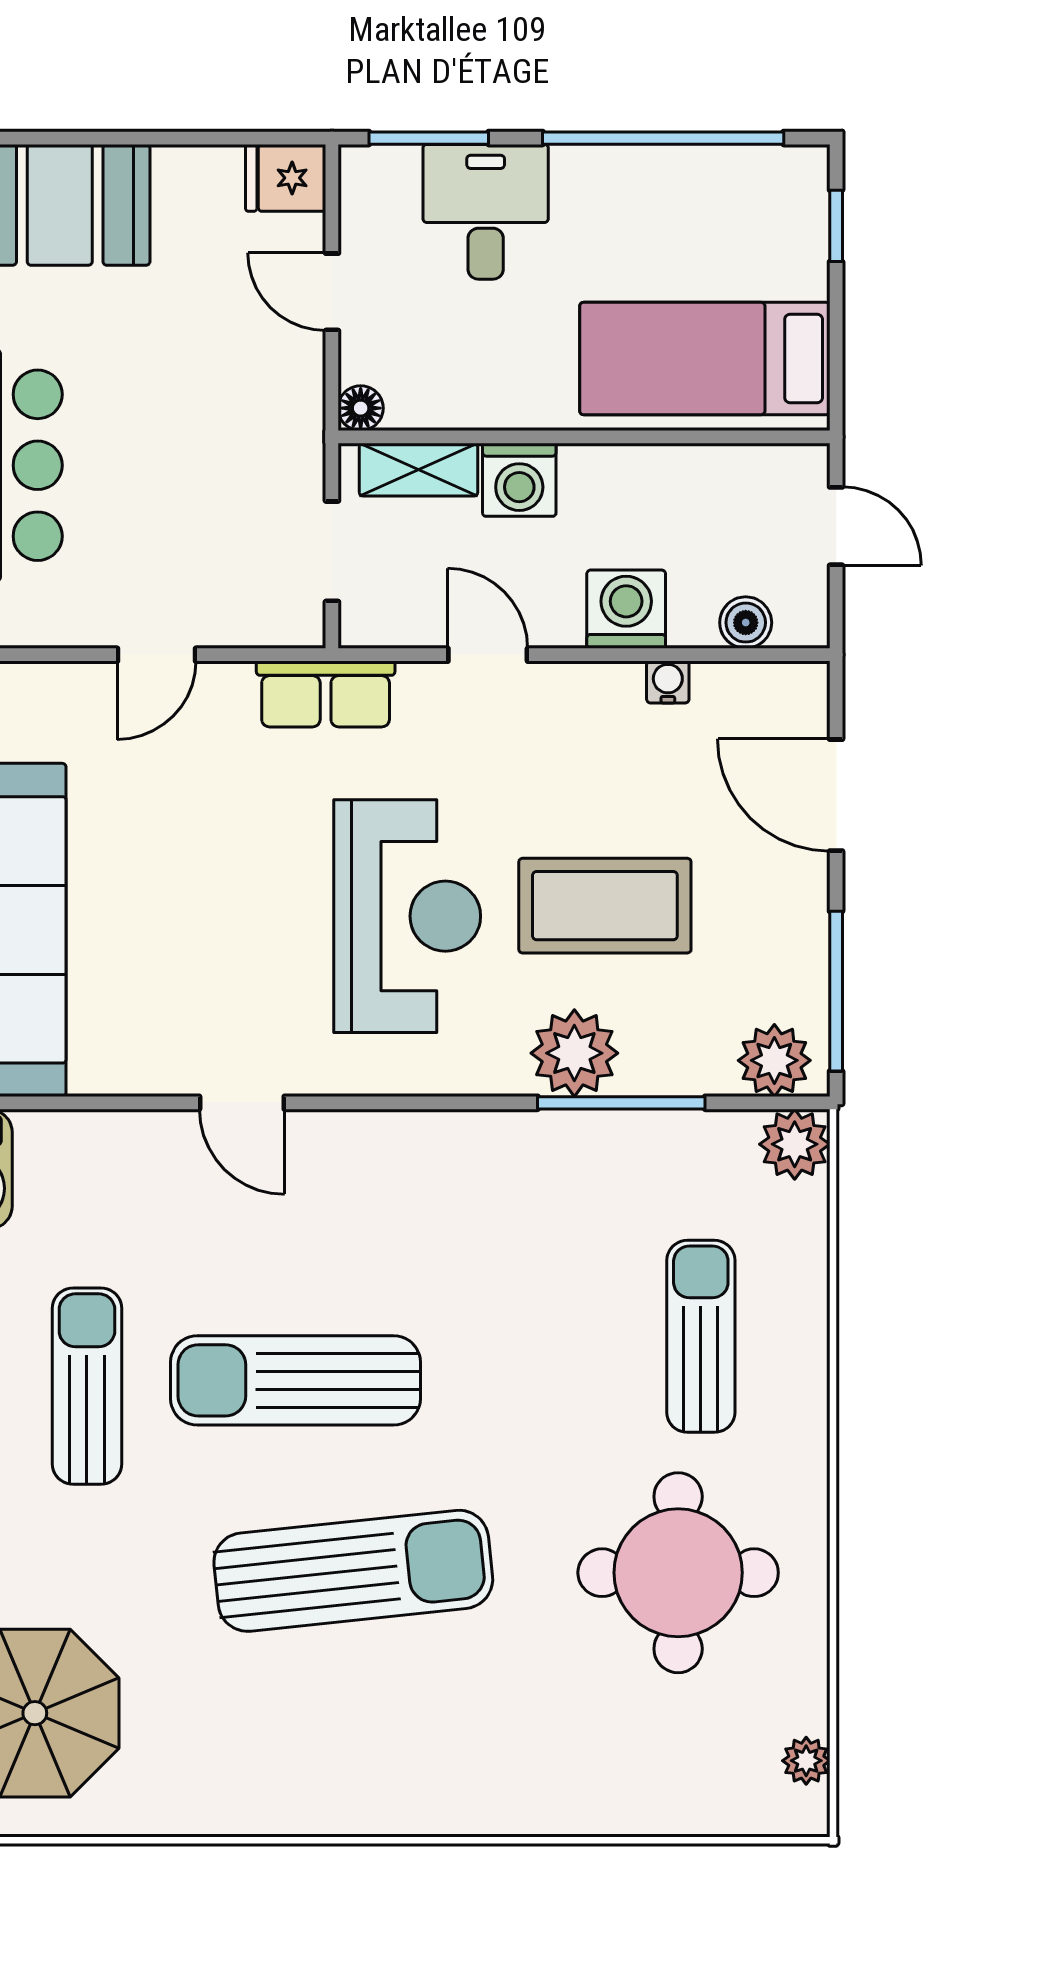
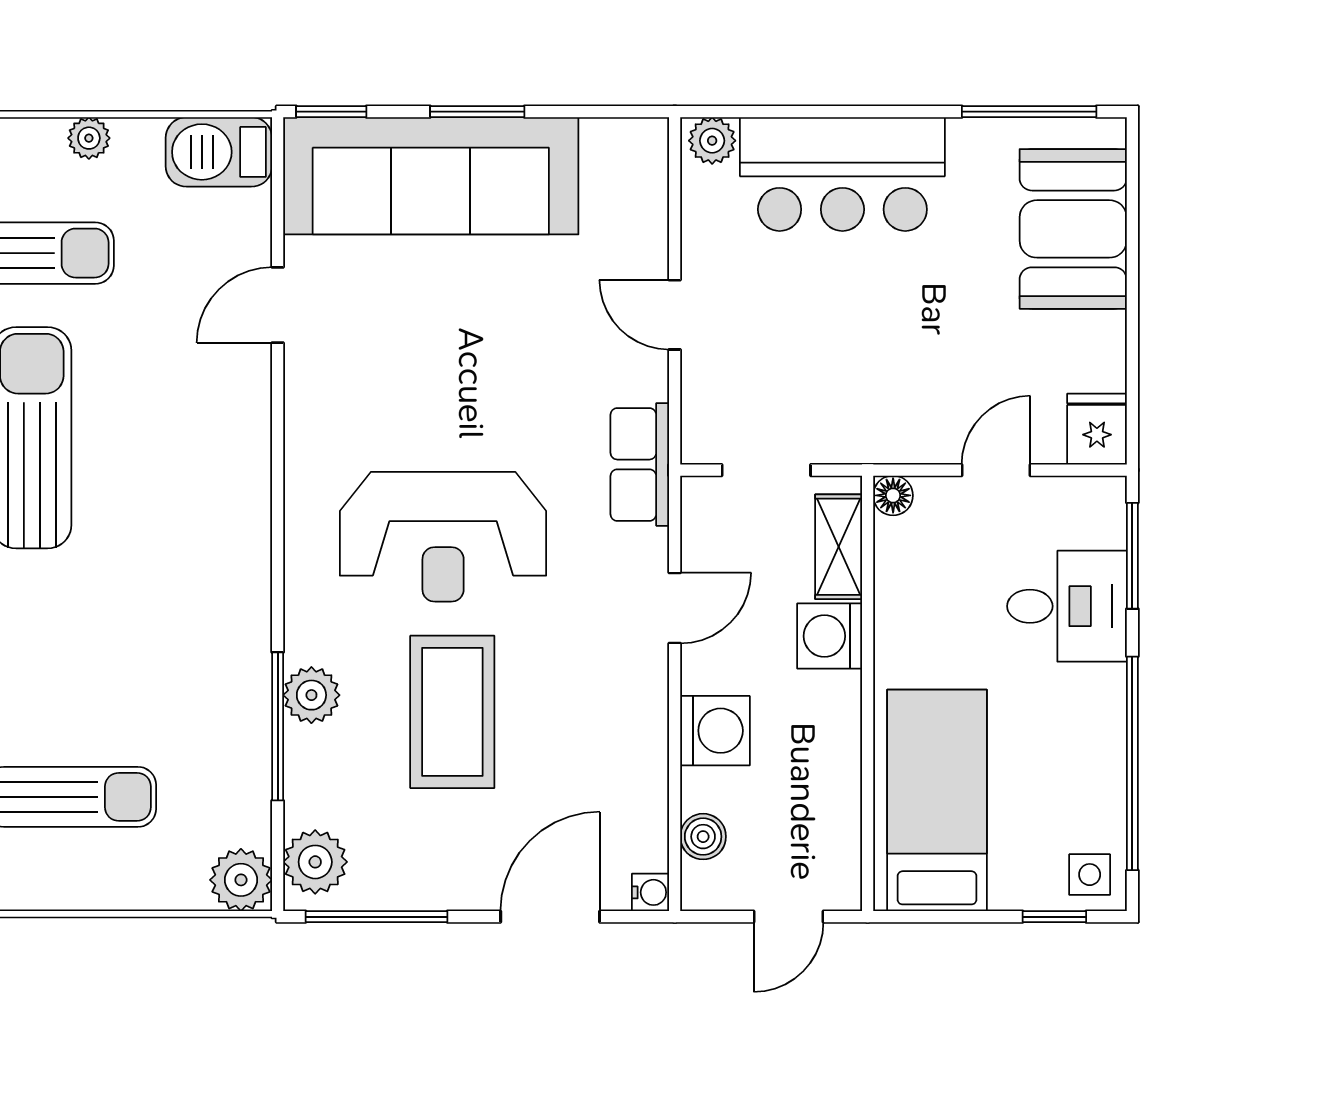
side table: (789, 186) -> (1090, 875), added
water cooler: (668, 682) -> (650, 892), moved
plant: (574, 1053) -> (311, 695), width x0.73, depth x0.73
door: (242, 1103) -> (278, 305), moved

